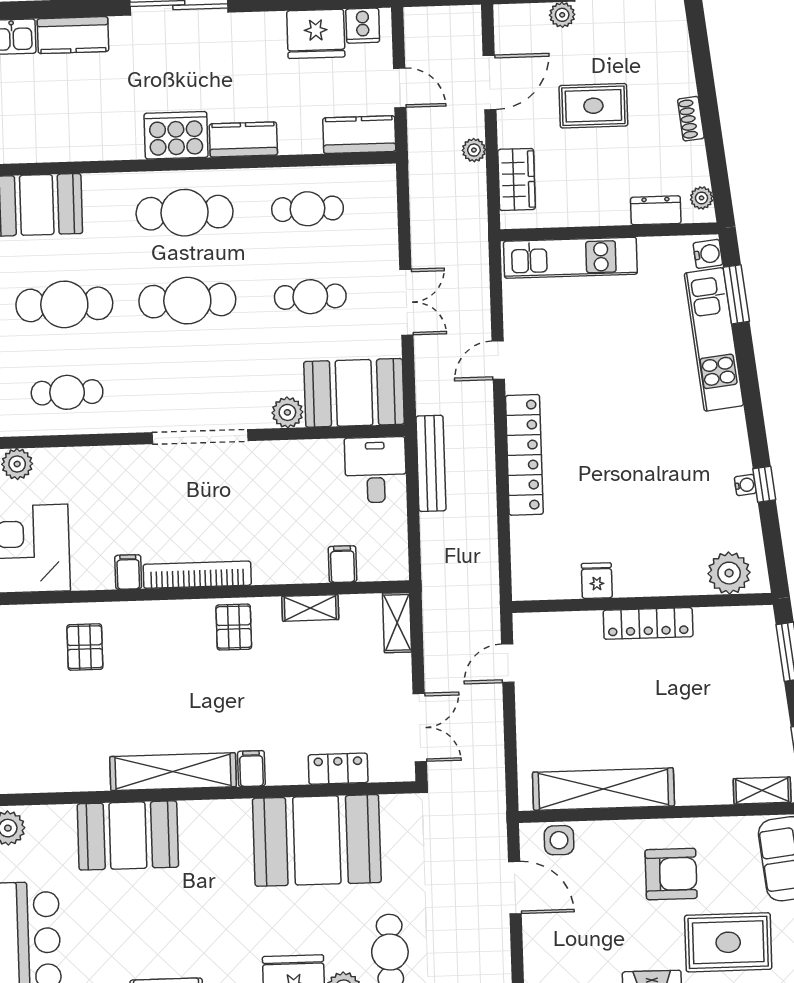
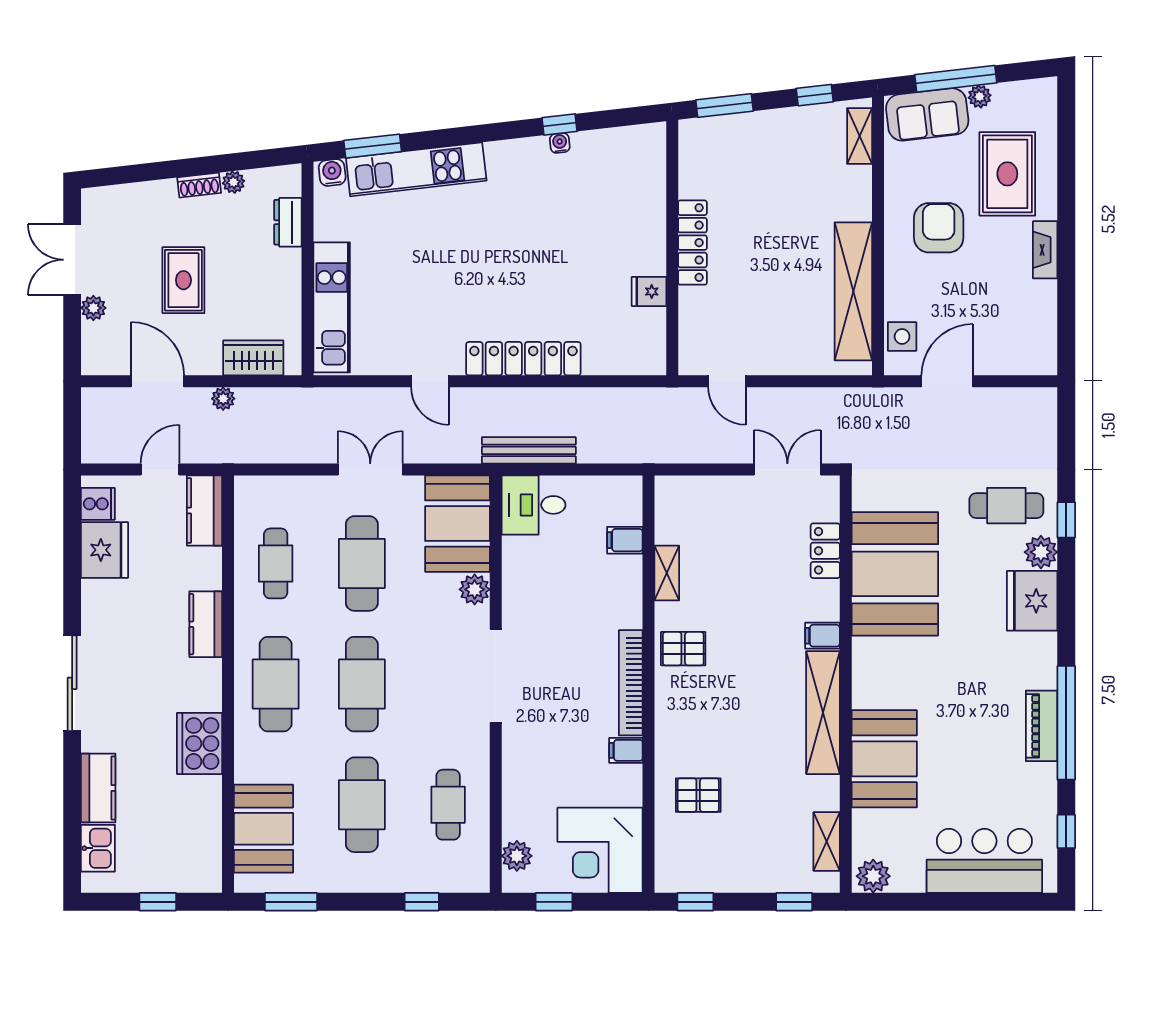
cooker: (176, 135) -> (200, 743), moved
plant: (702, 198) -> (233, 182), moved
cafe table: (310, 297) -> (362, 563), width x1.37, depth x1.35
plant: (729, 573) -> (646, 162), removed
shelving: (397, 623) -> (827, 842), moved, turned 90

